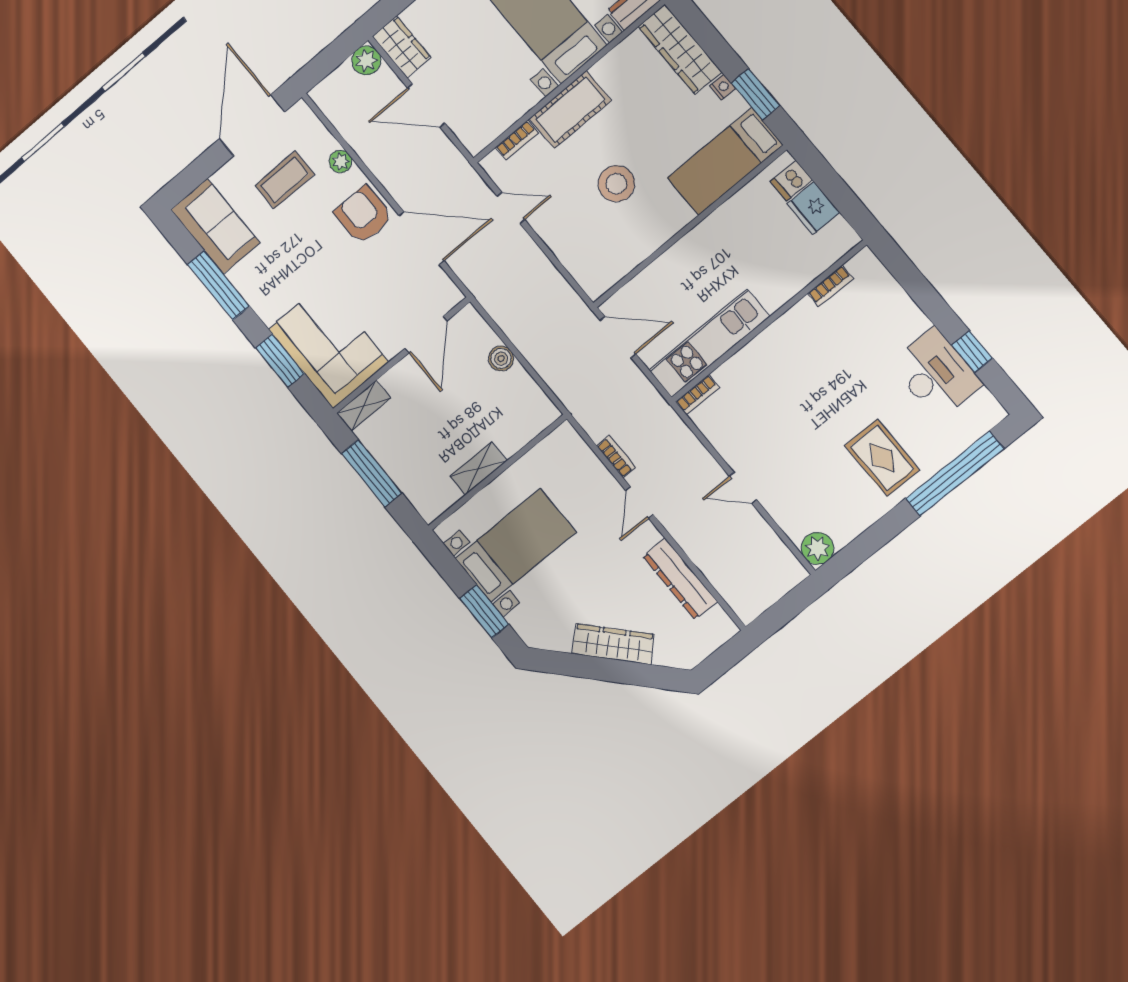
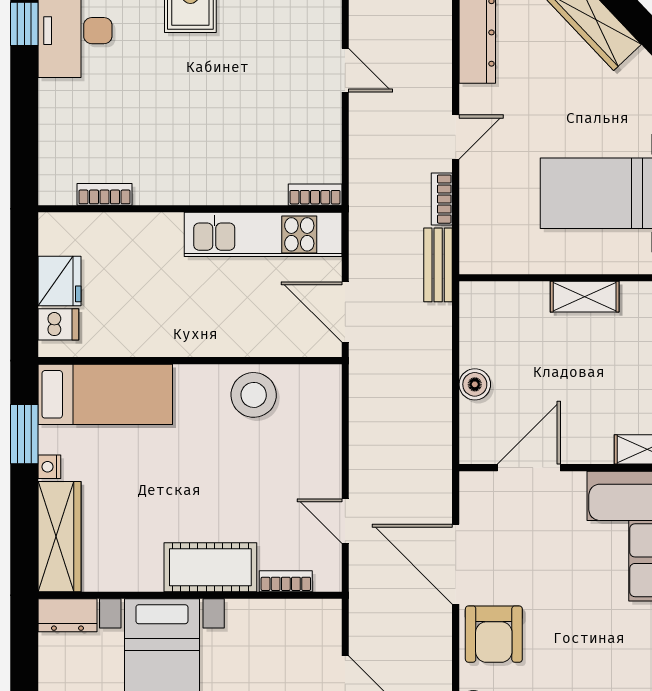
stool: (616, 184) -> (254, 395), moved
bench: (585, 414) -> (438, 265), added

